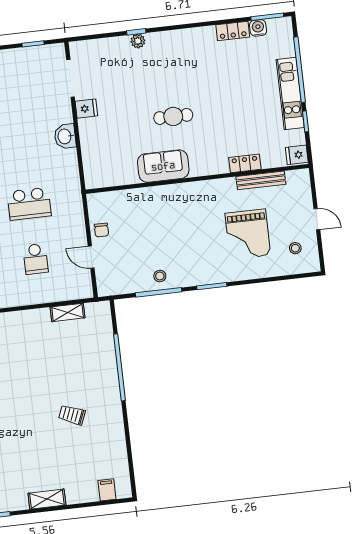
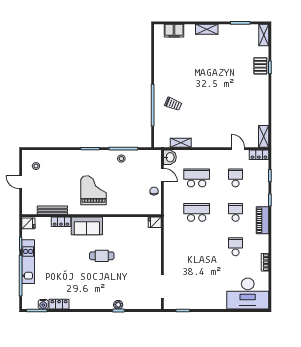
fridge: (86, 109) -> (155, 222), moved
washbasin: (65, 136) -> (170, 157), moved
sofa: (163, 166) -> (87, 226), moved
grand piano: (248, 234) -> (93, 190), moved
school desk: (36, 259) -> (197, 178), width x1.85
trolley: (72, 415) -> (173, 104), moved
filing cabinet: (107, 490) -> (174, 31), width x2.00

